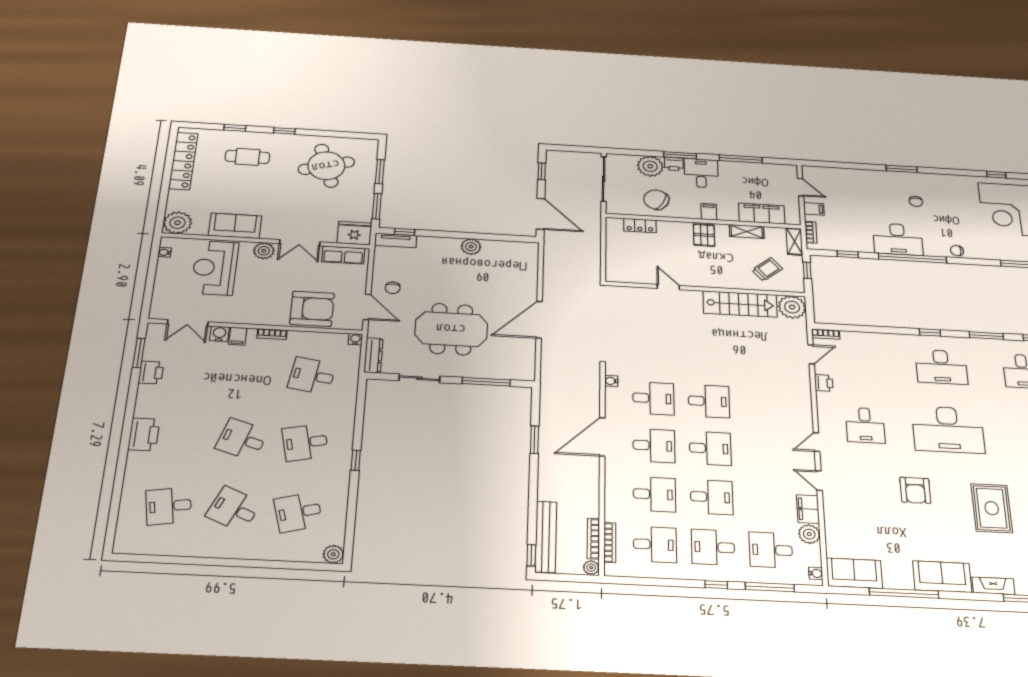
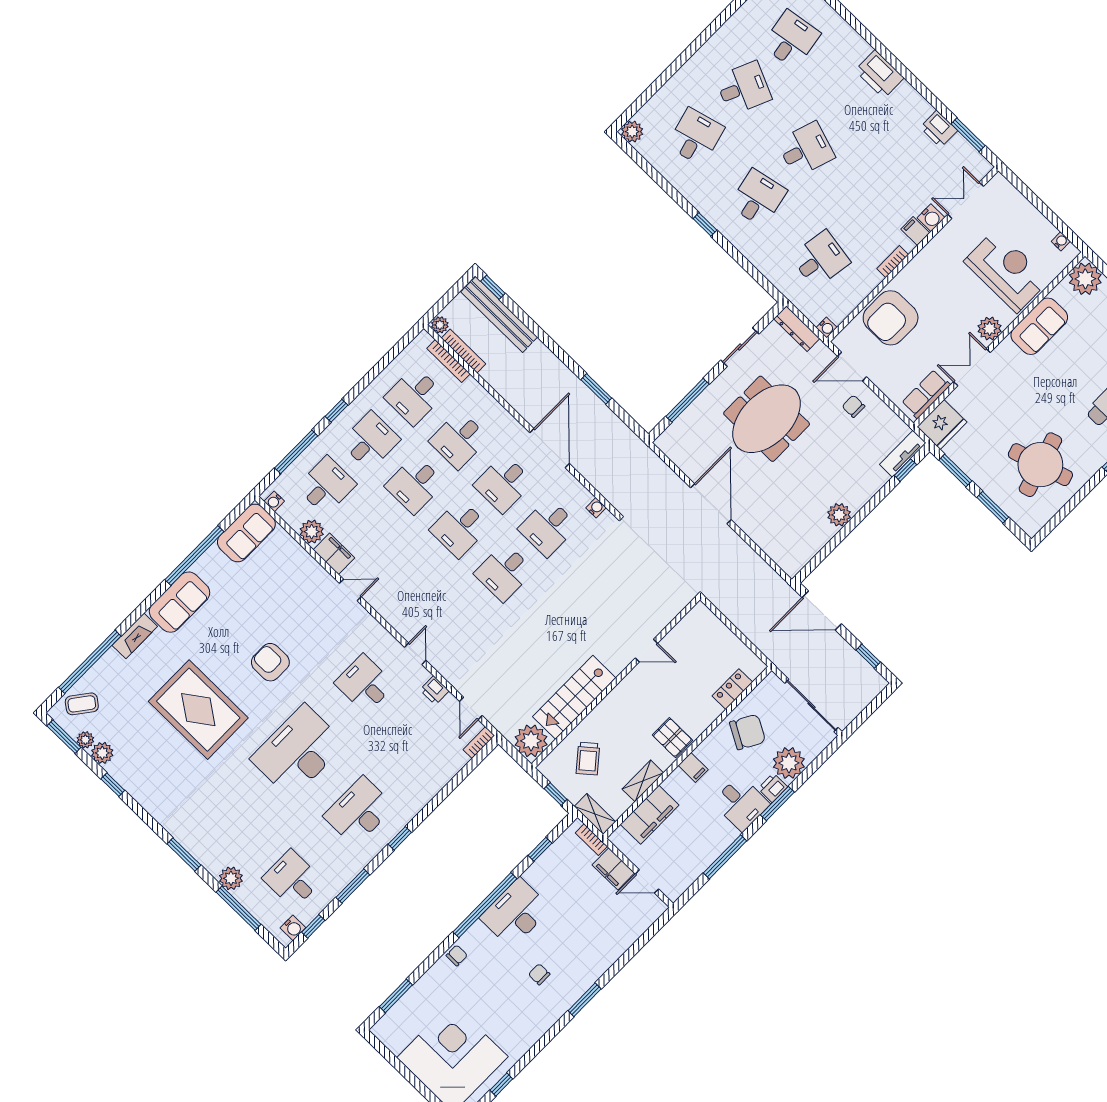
filing cabinet: (814, 209) -> (613, 869), width x2.00
door: (817, 442) -> (415, 654), moved
rug: (992, 508) -> (198, 710), width x1.37, depth x1.44

